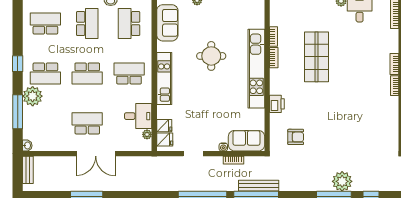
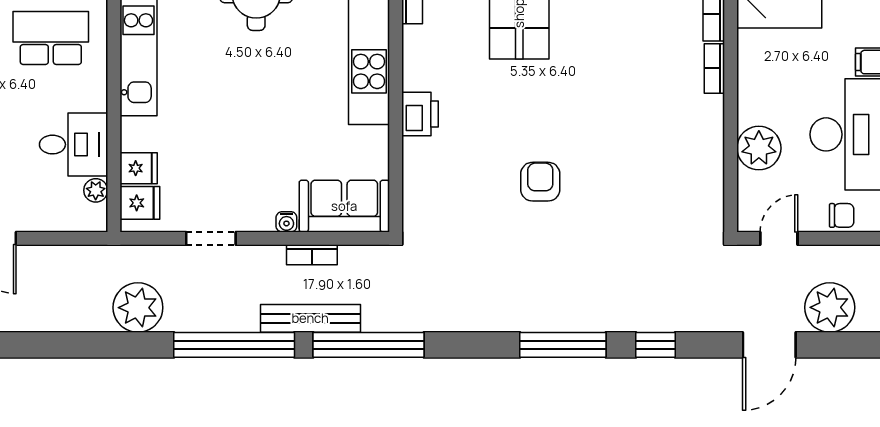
armchair: (296, 137) -> (540, 182), moved, turned -90
plant: (342, 181) -> (138, 308), moved
bench: (259, 186) -> (310, 318), moved

